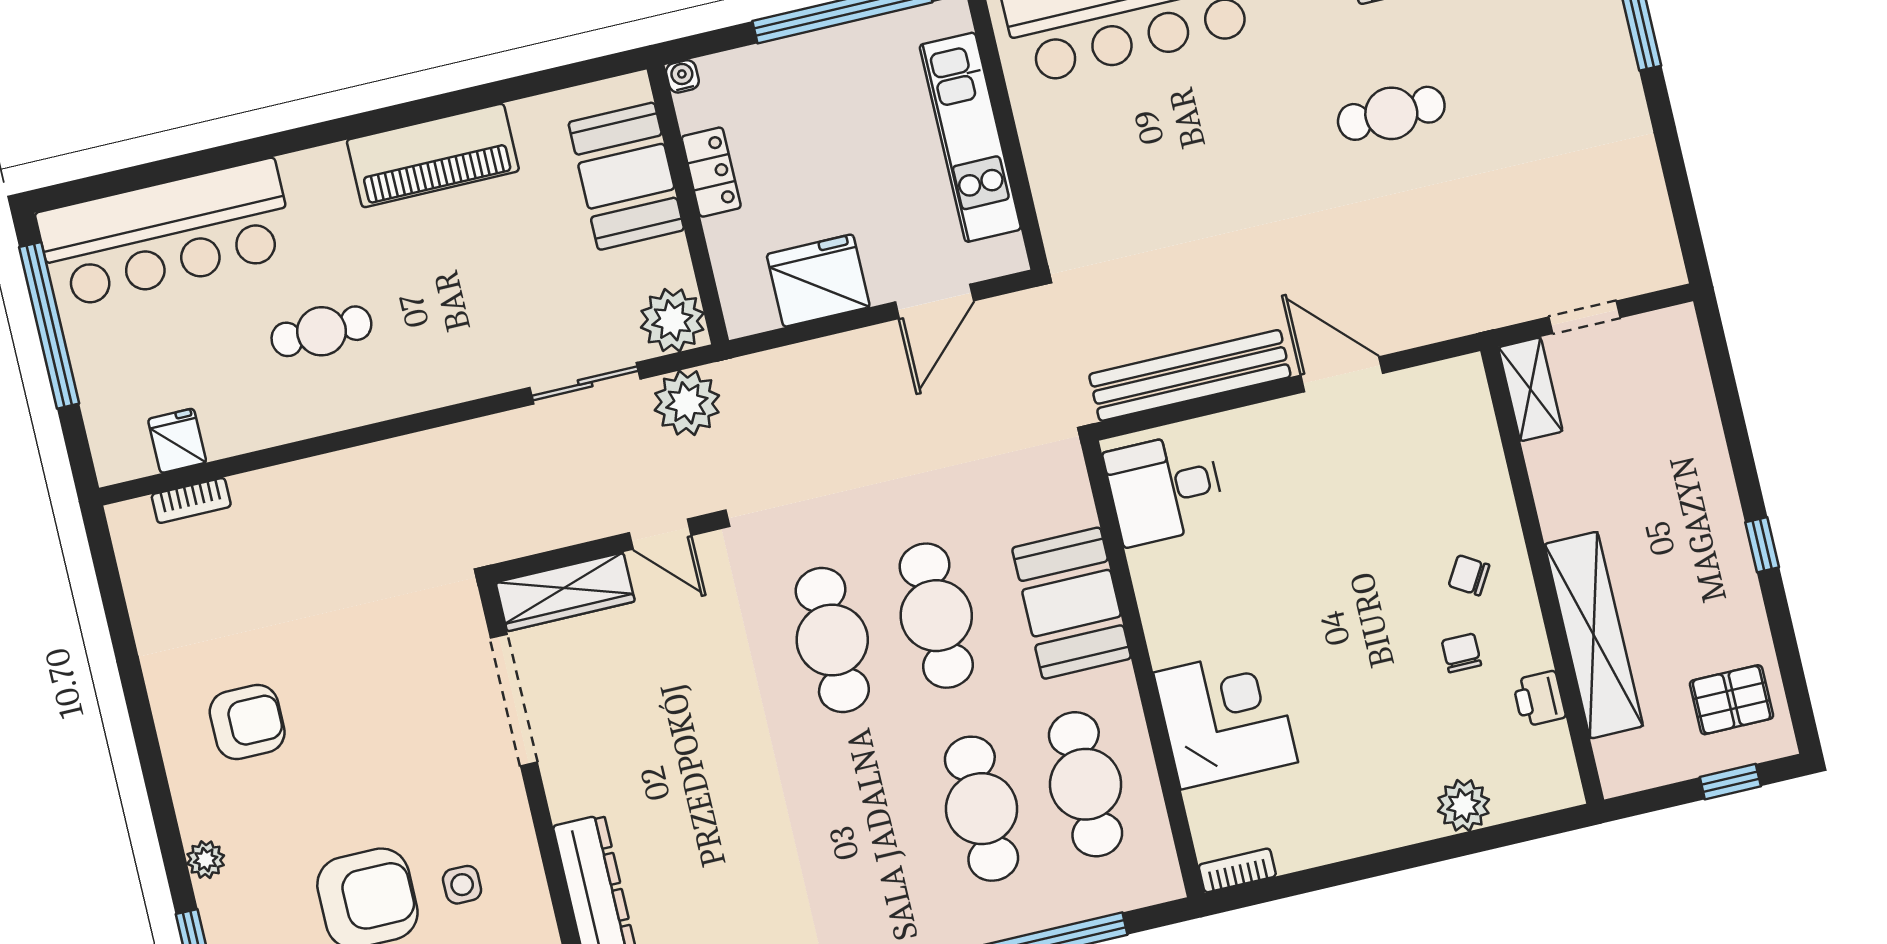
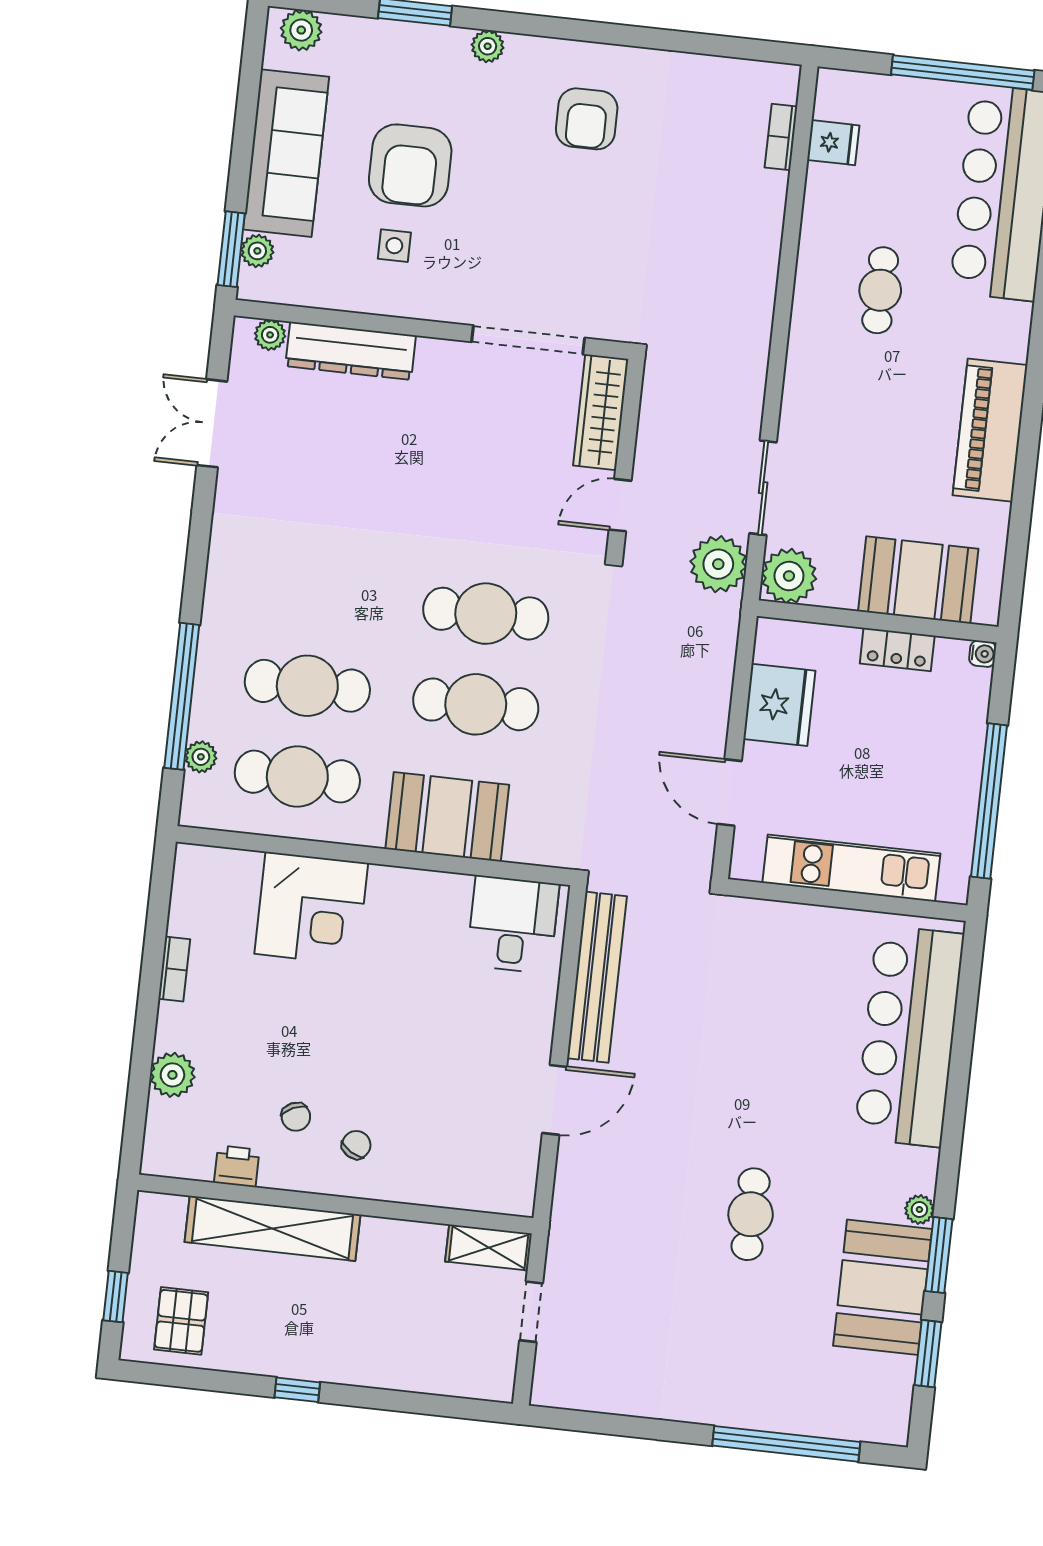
chair: (1461, 653) -> (296, 1117), turned 65
bookcase: (1237, 870) -> (174, 969), moved
plant: (1102, 898) -> (201, 757), added

